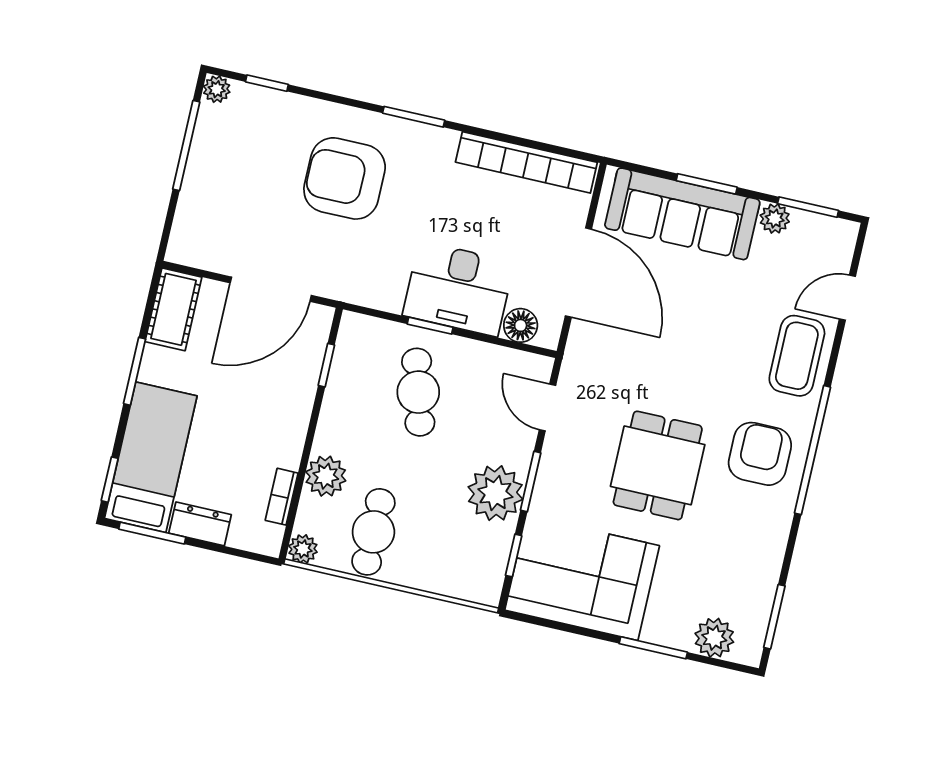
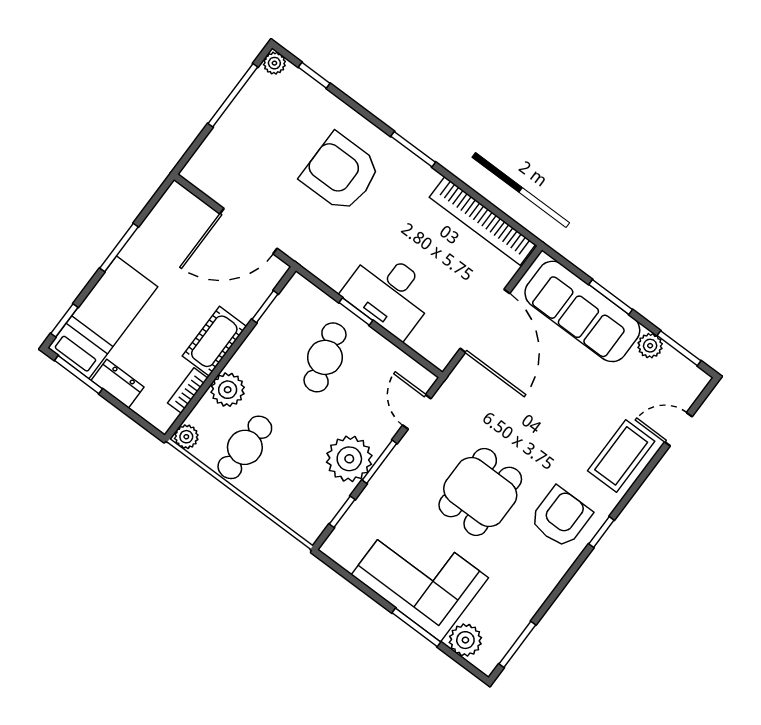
cot: (173, 309) -> (214, 341), moved
floor lamp: (521, 325) -> (424, 341), removed
window: (812, 450) -> (601, 532), width x0.32
corner sofa: (582, 578) -> (420, 576), moved

